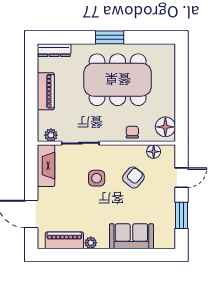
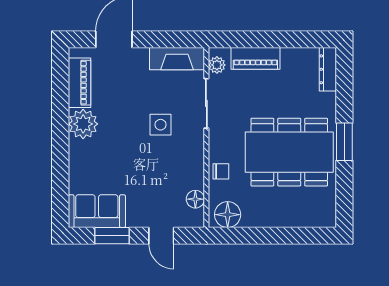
dining table: (118, 80) -> (289, 152), turned 90
piano: (46, 91) -> (255, 58), moved
armchair: (133, 177) -> (161, 173), removed
sofa: (131, 236) -> (97, 211), moved, turned -90
plant: (91, 243) -> (83, 124), width x1.88, depth x1.88

